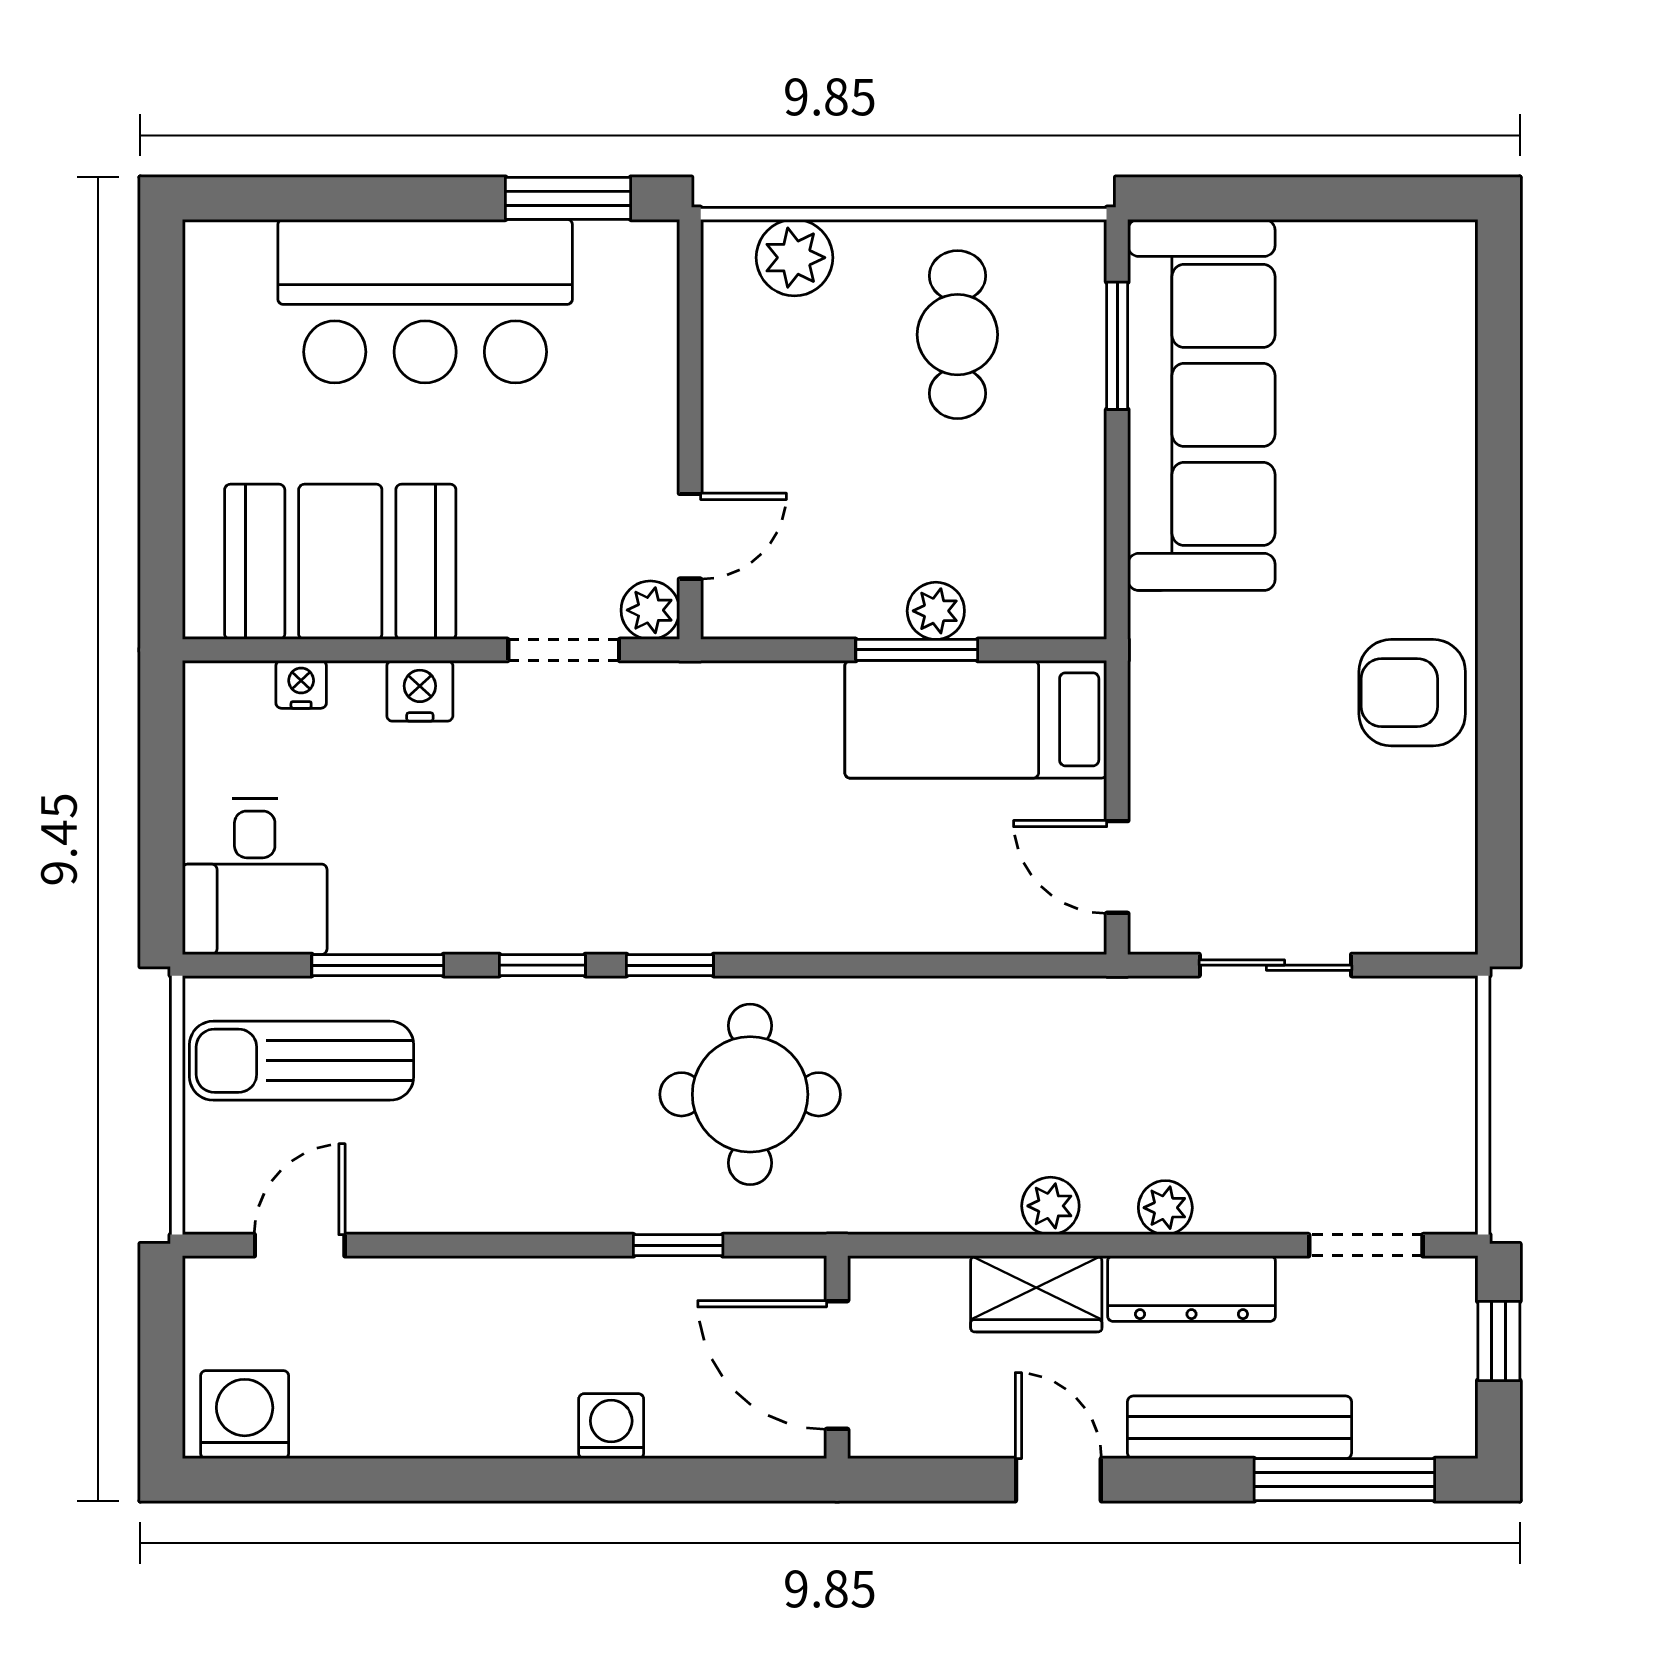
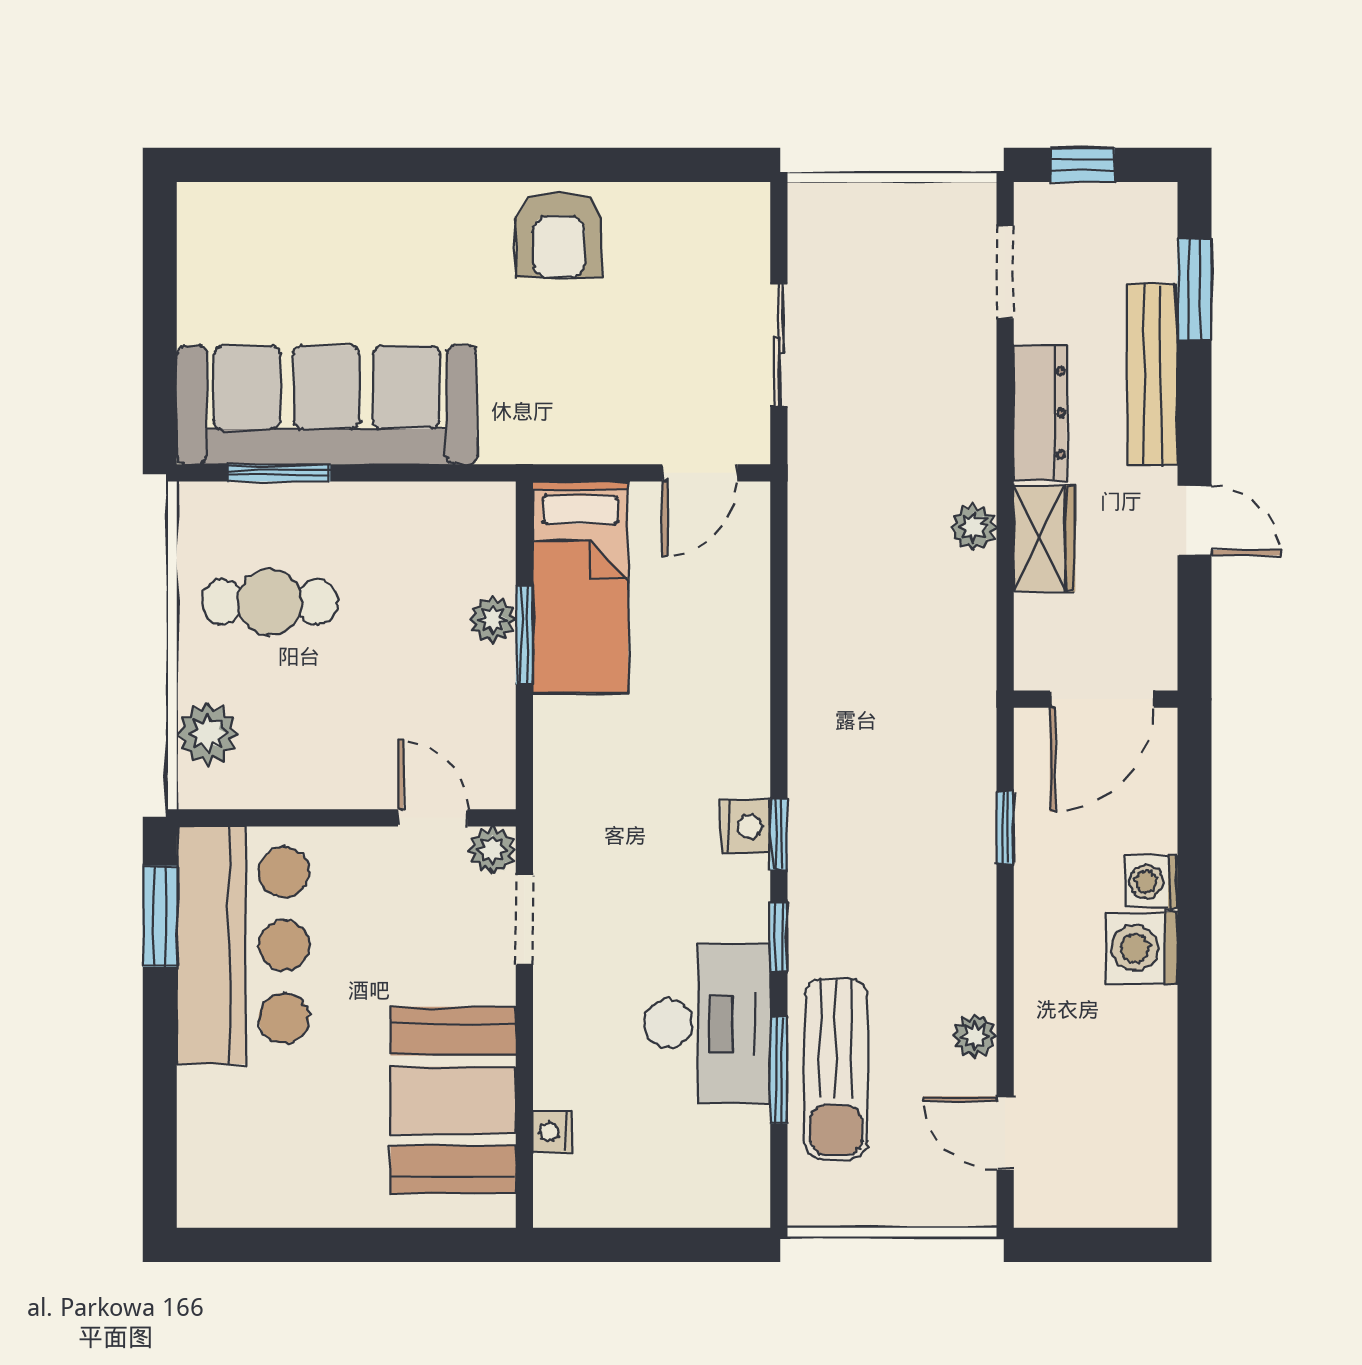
bar counter: (425, 301) -> (243, 945), moved
nightstand: (420, 691) -> (746, 826), moved, turned 180
desk: (255, 877) -> (707, 1024), moved, width x1.37
sun lounger: (302, 1061) -> (836, 1069), moved
round table: (750, 1094) -> (883, 769), removed
plant: (1165, 1208) -> (975, 1036), moved
washing machine: (245, 1415) -> (1142, 948), moved
door: (1058, 1480) -> (1195, 520), swing flipped
window: (1344, 1480) -> (1195, 289), width x0.69

